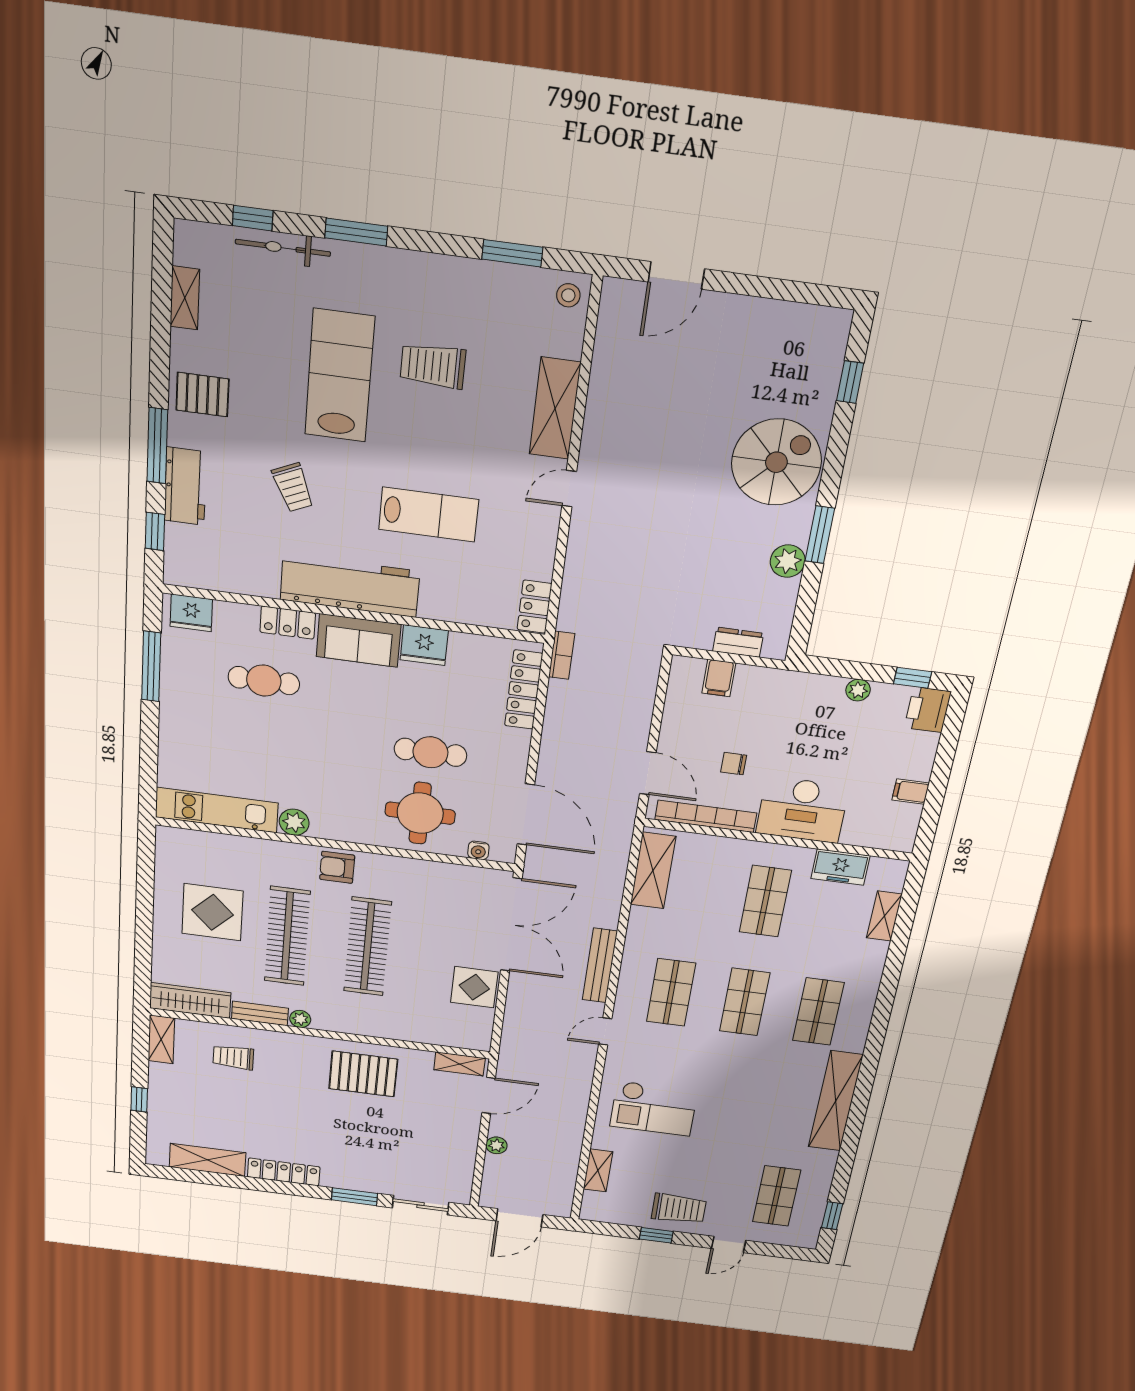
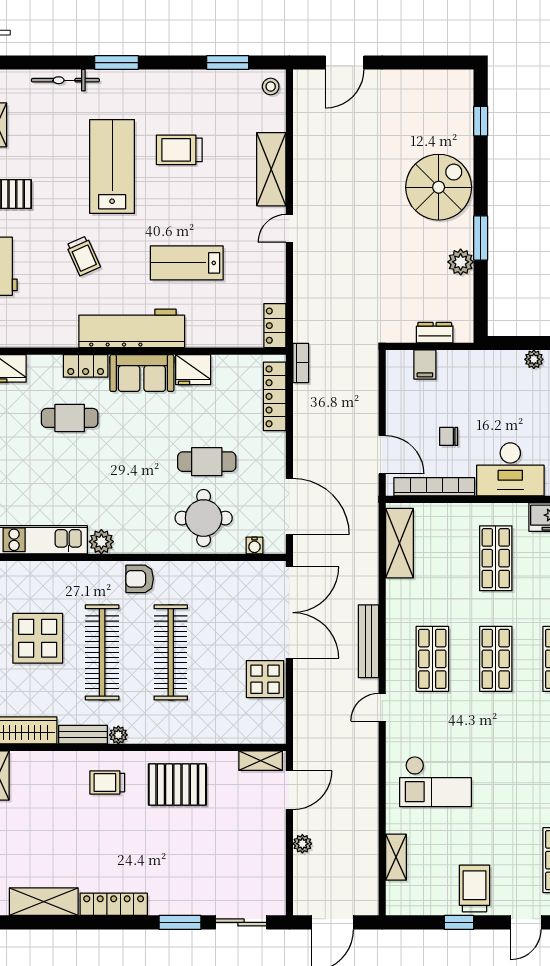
window: (253, 218) -> (43, 63), removed
lab bench: (429, 514) -> (187, 263), turned 180
trolley: (233, 1057) -> (107, 783), moved
trolley: (679, 1209) -> (474, 889), turned -89

